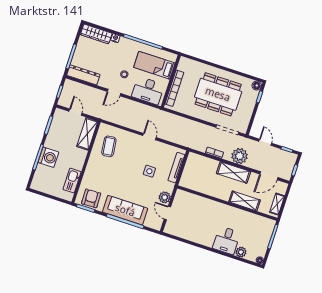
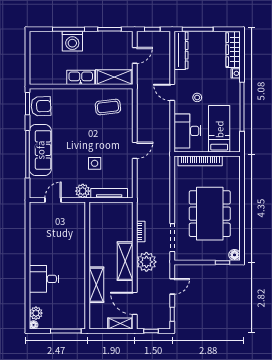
kitchen sink: (72, 181) -> (81, 77), moved
plant: (165, 197) -> (83, 191), moved
shelving: (277, 204) -> (120, 324), moved
plant: (241, 252) -> (36, 313), moved

